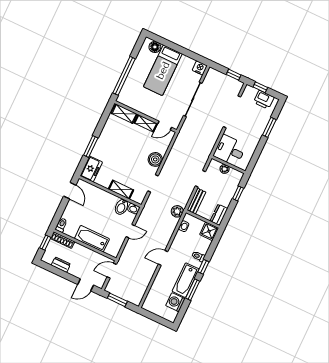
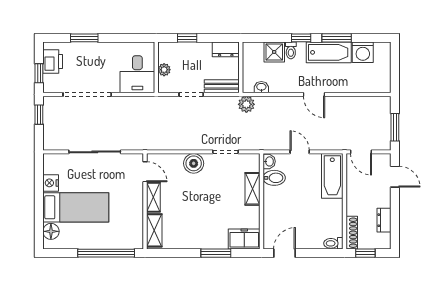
nightstand: (200, 68) -> (51, 183), moved
shower: (209, 231) -> (274, 52), moved
bathtub: (92, 239) -> (332, 176), moved

